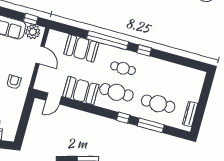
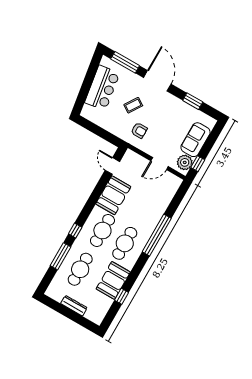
booth: (81, 48) -> (113, 280), moved
window: (144, 50) -> (121, 296), moved
cafe table: (123, 68) -> (125, 243), width x1.37, depth x1.35
dresser: (190, 114) -> (74, 306), moved

